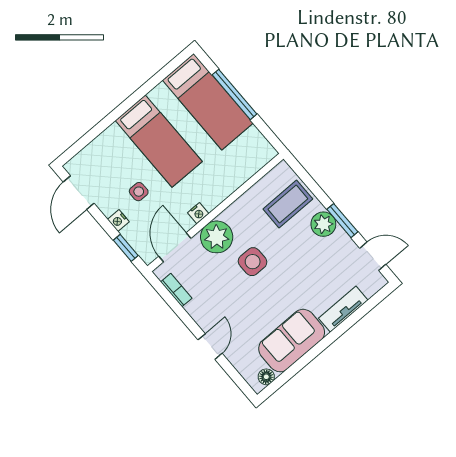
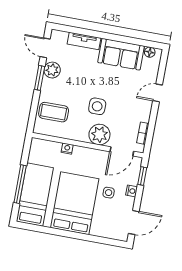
bed: (159, 141) -> (75, 203), width x1.50
nightstand: (198, 213) -> (67, 149), moved
plant: (323, 224) -> (52, 70), moved

